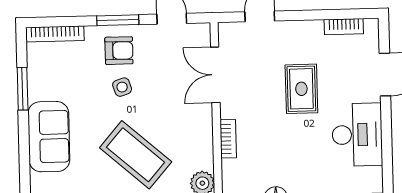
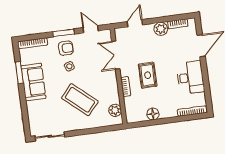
plant: (309, 33) -> (161, 29), added
rug: (301, 89) -> (148, 75), moved
sofa: (49, 137) -> (33, 82), moved

